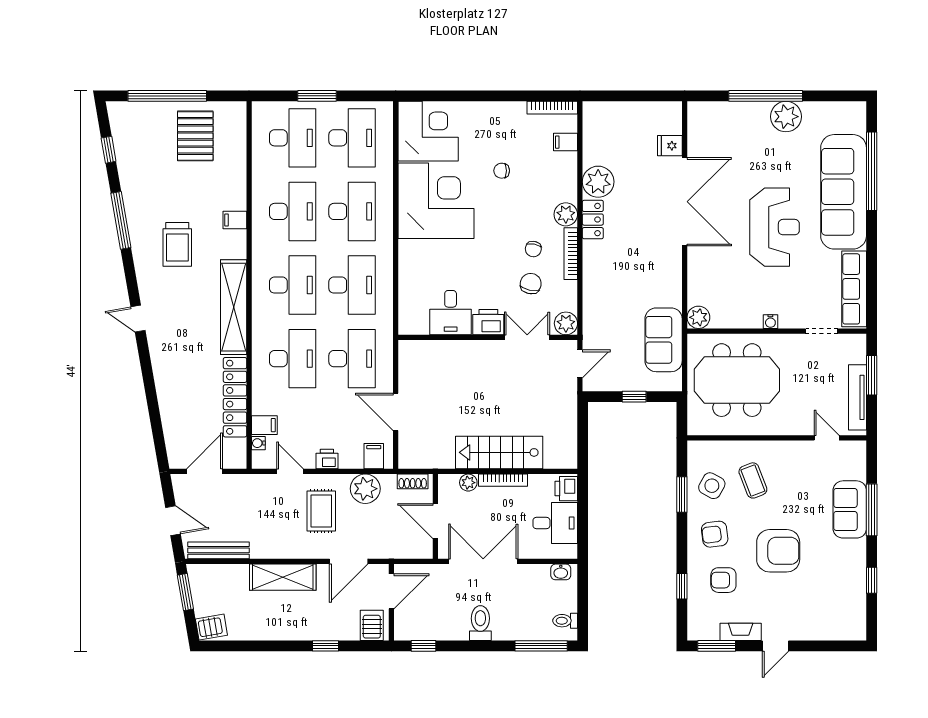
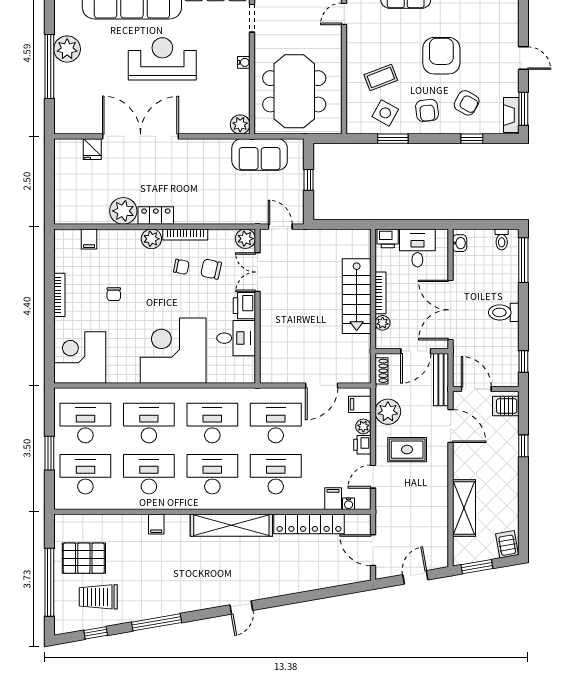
bookcase: (552, 108) -> (59, 295), moved
corner desk: (436, 201) -> (173, 351), moved
trolley: (177, 244) -> (98, 597), moved, turned 180
plant: (348, 460) -> (363, 426), added
bench: (219, 550) -> (441, 380), moved
shelving: (283, 577) -> (464, 508), moved
armchair: (723, 580) -> (467, 103), turned -61
fireplace: (741, 632) -> (511, 115), moved

